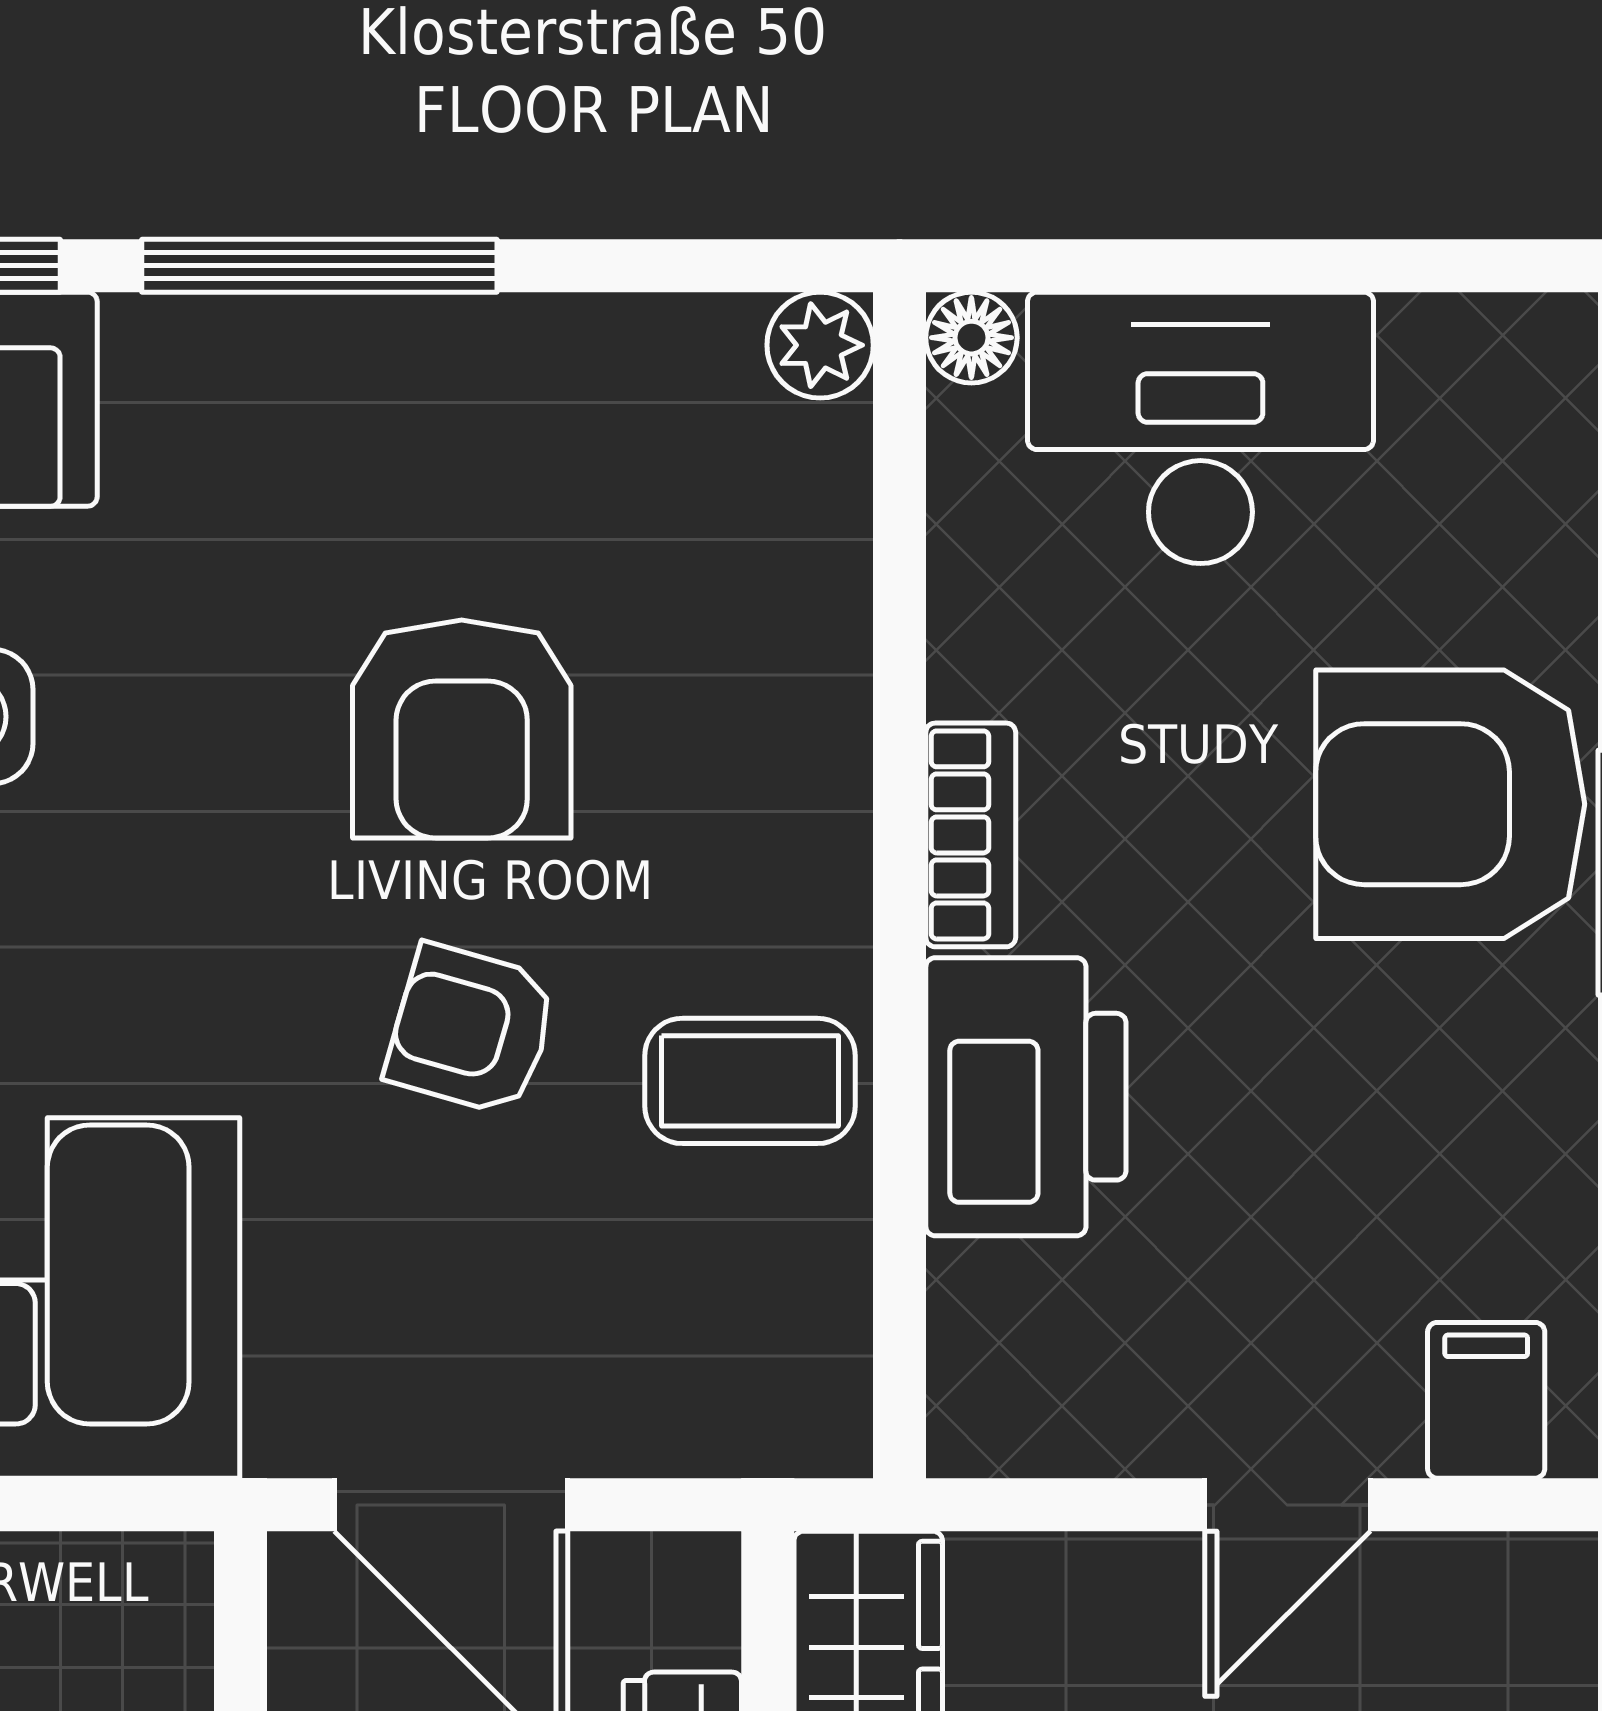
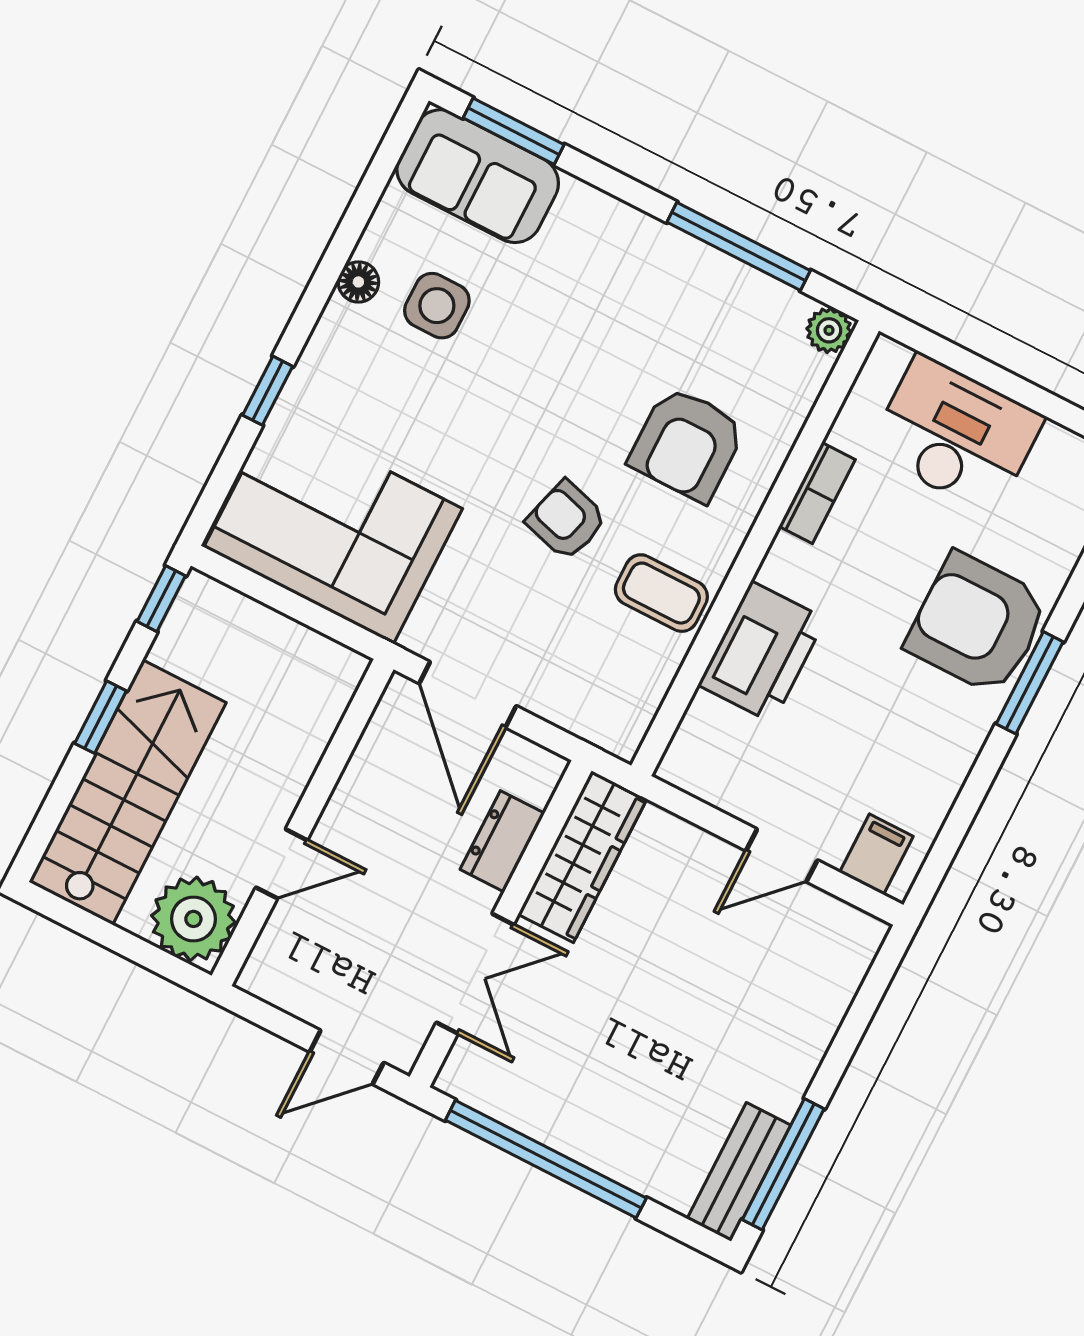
window: (319, 266) -> (739, 246), moved
floor lamp: (971, 338) -> (887, 357), removed
armchair: (462, 729) -> (687, 444), moved
bookcase: (971, 835) -> (817, 493), moved

